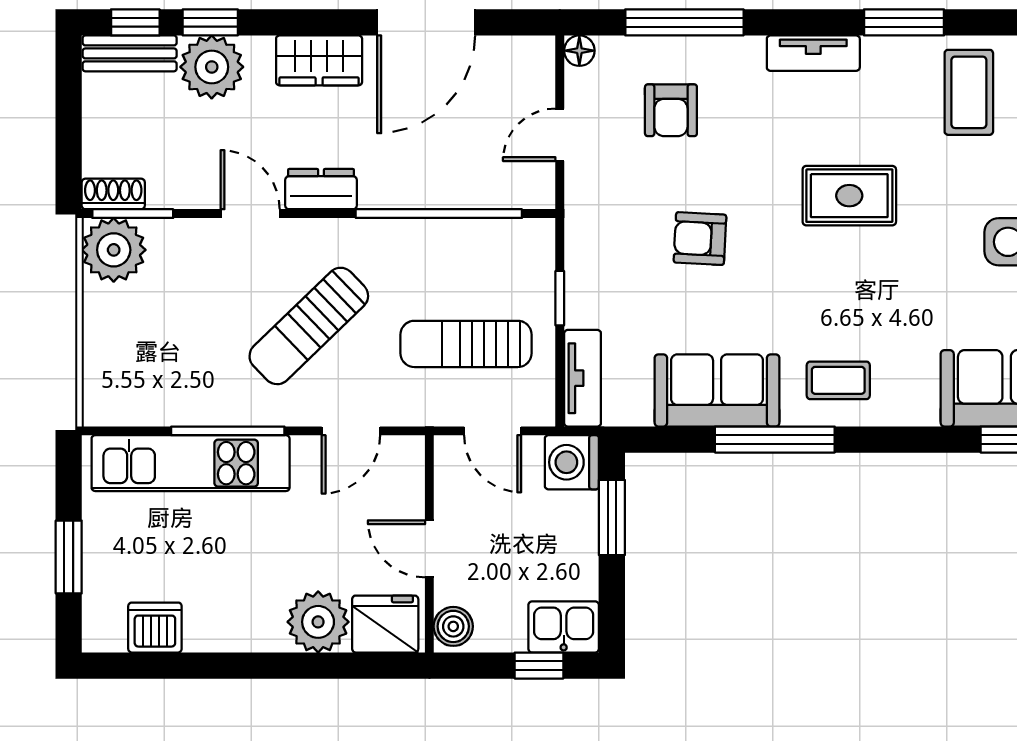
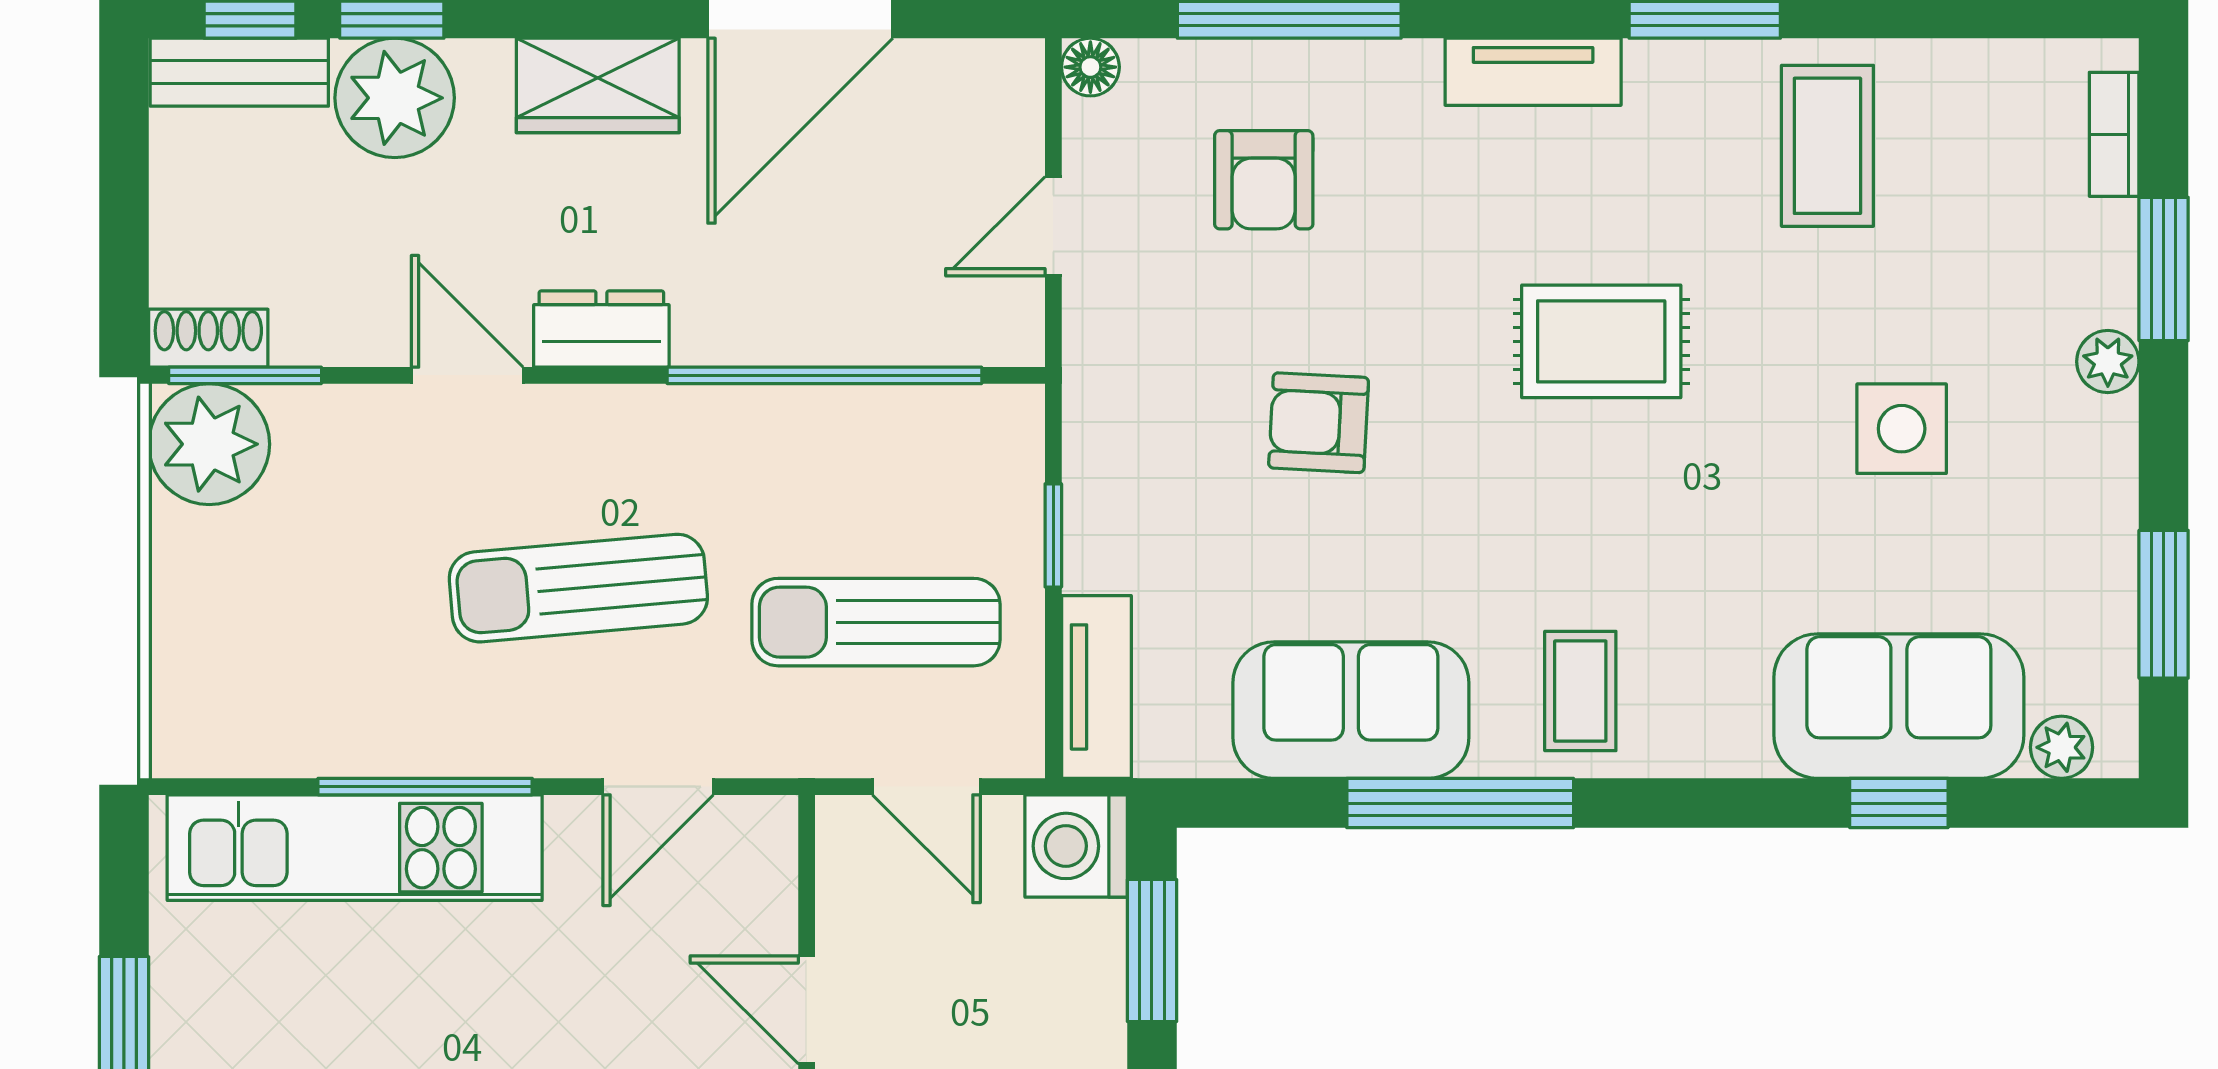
sun lounger: (309, 326) -> (578, 588), turned 39
coffee table: (838, 380) -> (1580, 691), turned 90

